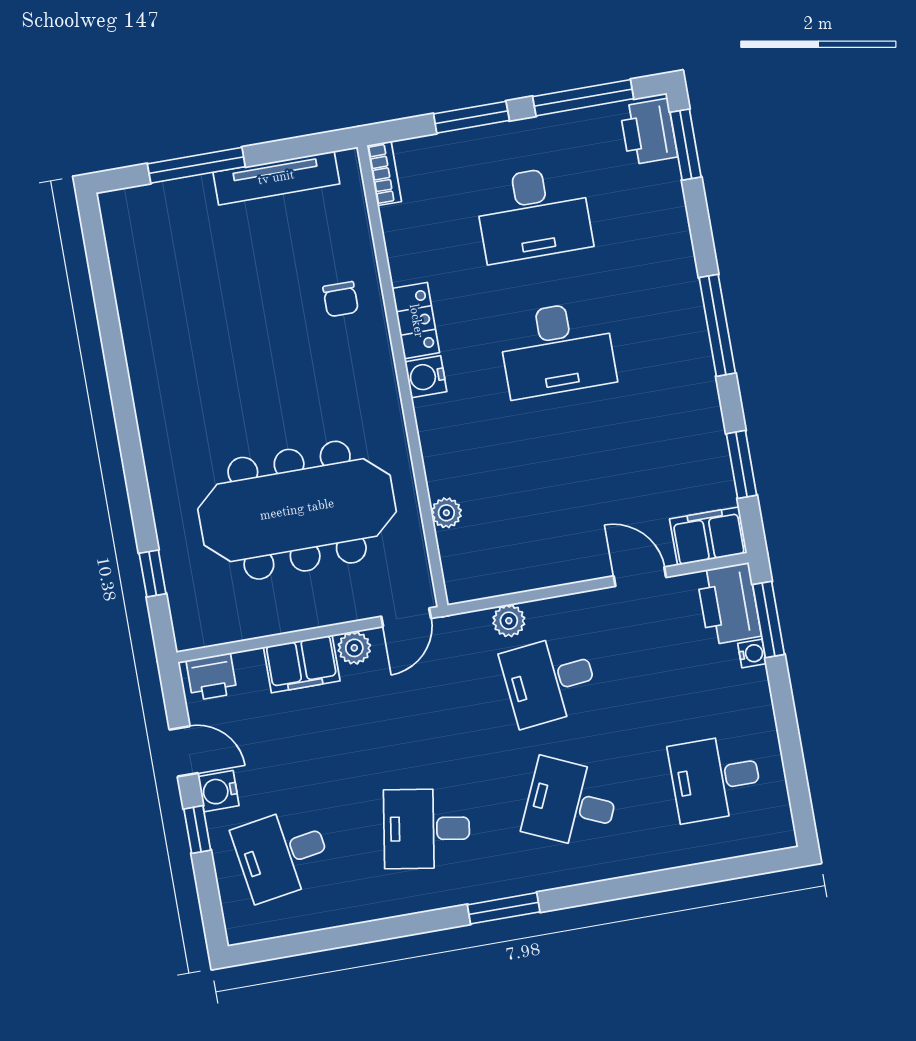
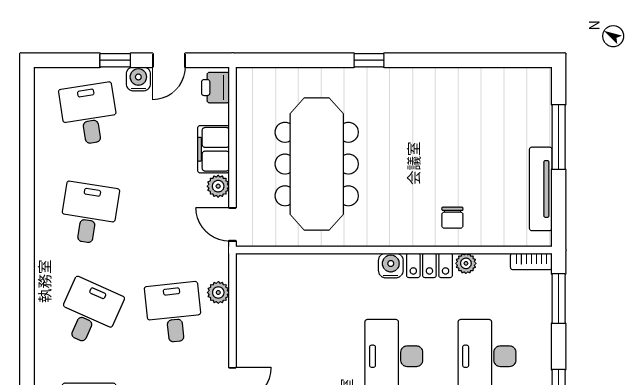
window: (471, 117) -> (559, 299), moved
chair: (341, 299) -> (452, 218), turned -90
plant: (446, 513) -> (466, 263), moved
window: (153, 573) -> (369, 60), moved
window: (504, 908) -> (27, 255), removed

